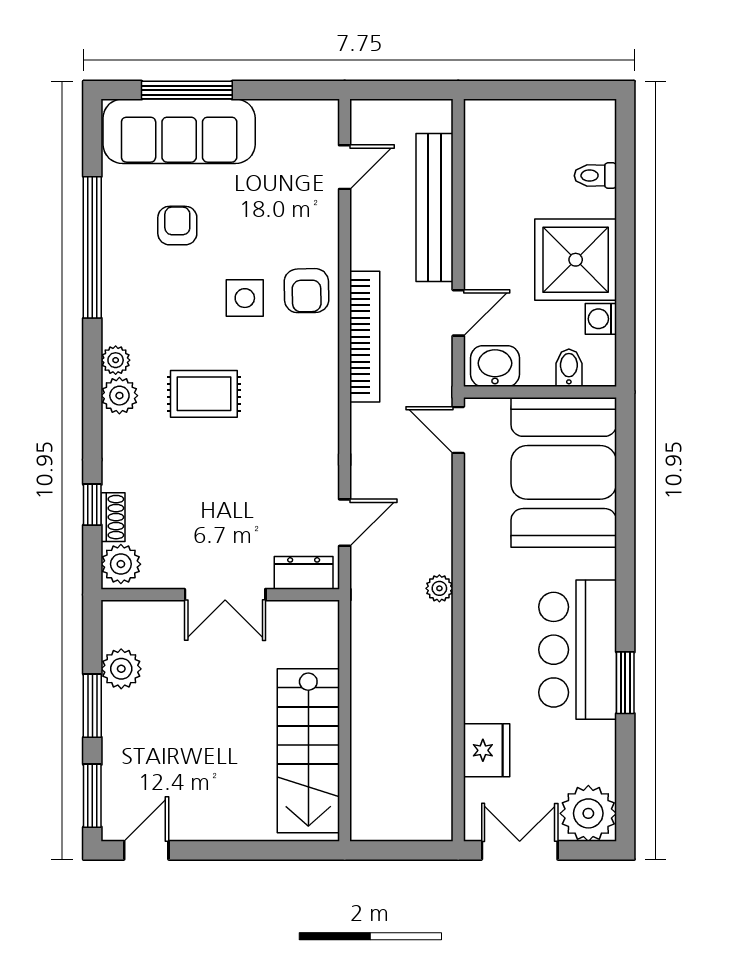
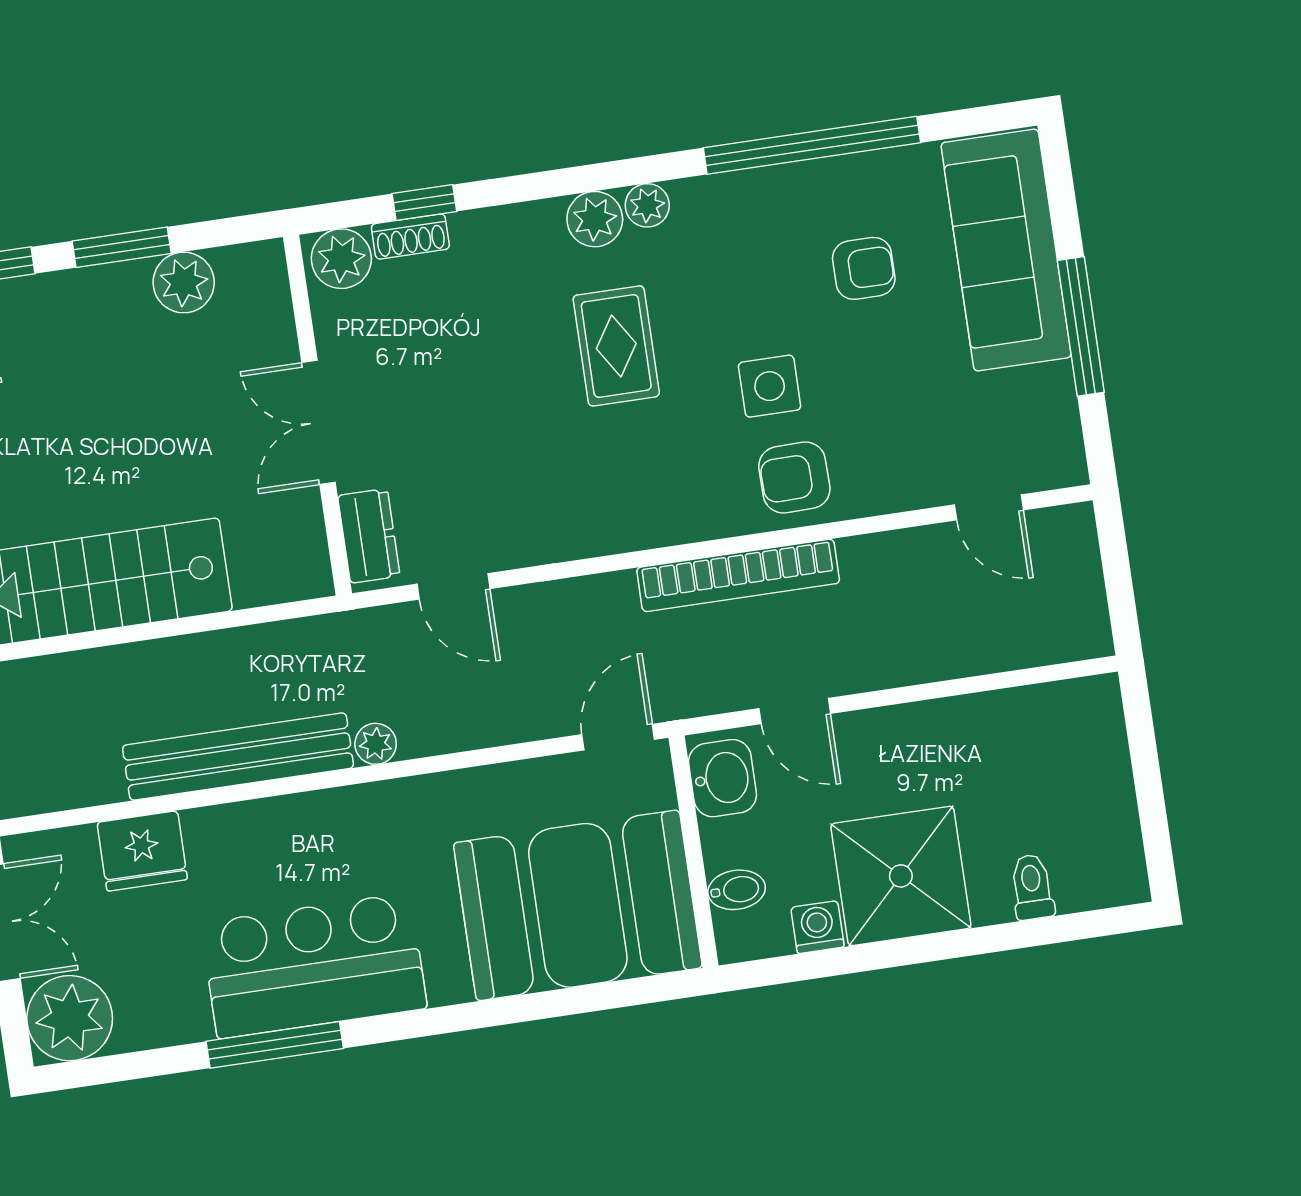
window: (187, 90) -> (1081, 326), moved
bench: (434, 207) -> (238, 757), moved
window: (625, 683) -> (275, 1045), width x1.44

